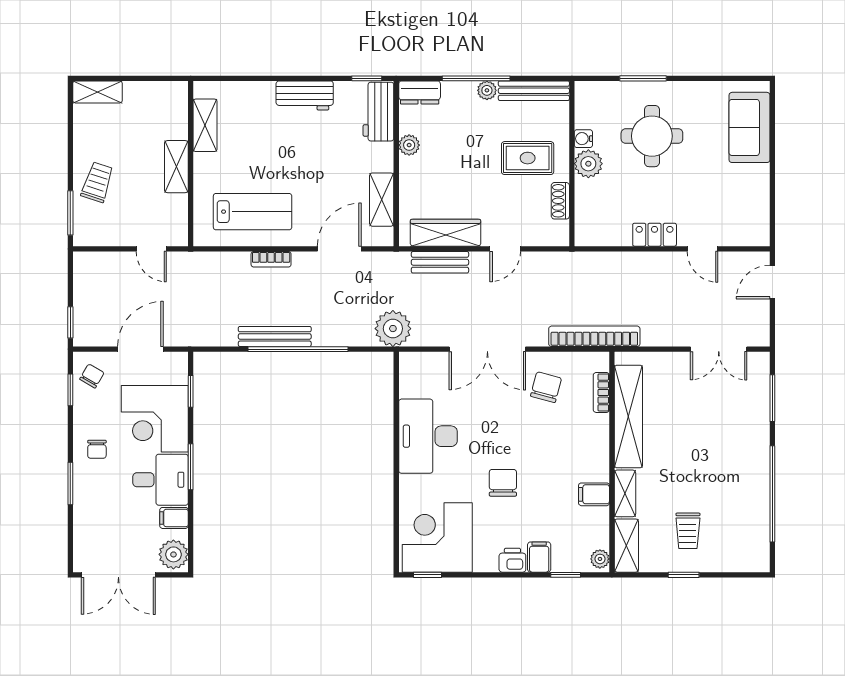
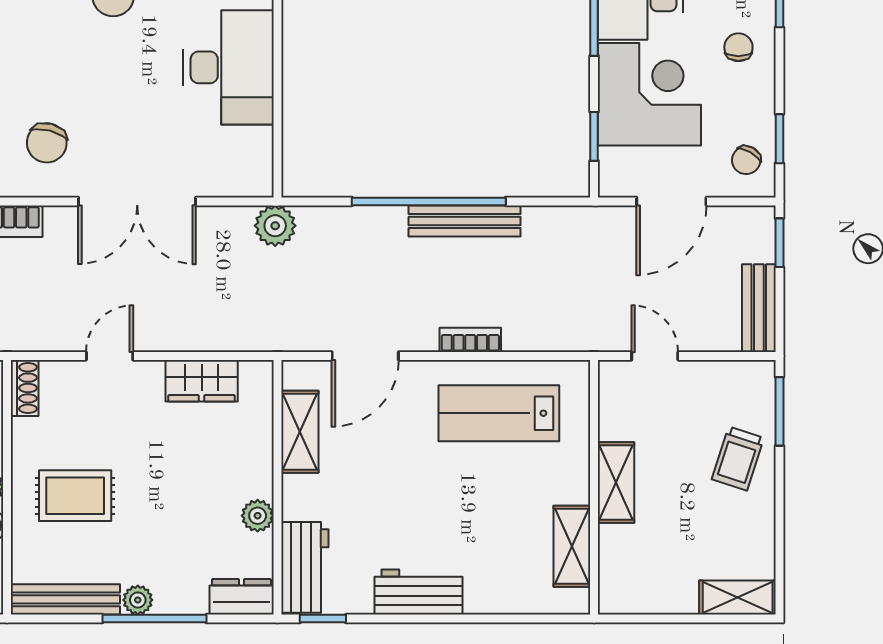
shoe rack: (560, 201) -> (25, 388), moved
wardrobe: (445, 233) -> (202, 381), width x0.67
bench: (440, 262) -> (759, 308), moved, turned 90
plant: (393, 329) -> (275, 226), width x0.73, depth x0.73
double door: (487, 349) -> (137, 201), swing flipped

